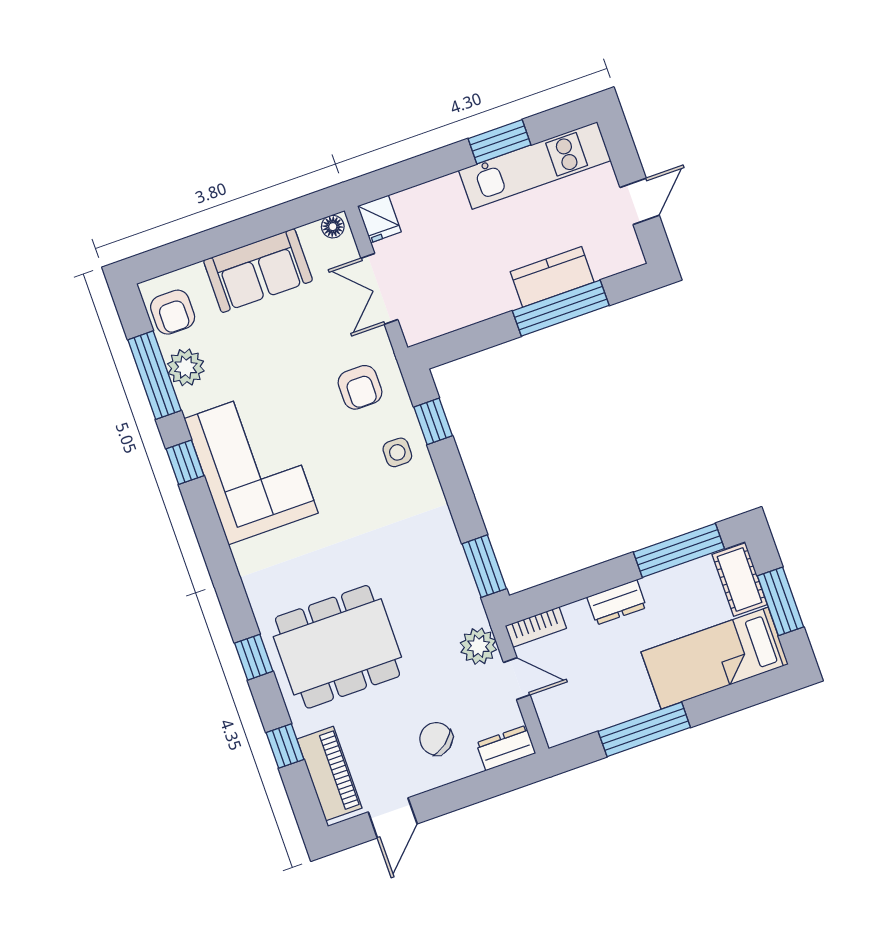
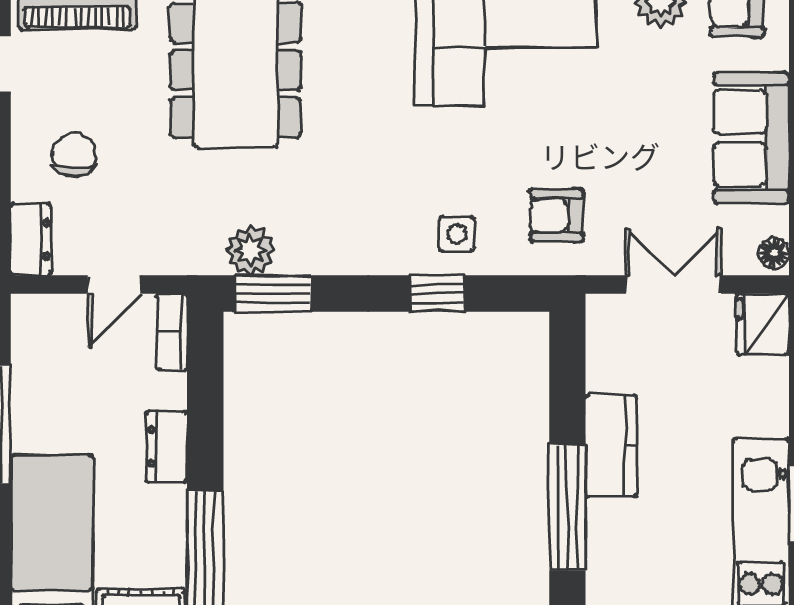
fridge: (379, 219) -> (763, 324), width x1.38
kitchen counter: (552, 277) -> (611, 446), moved
window: (433, 421) -> (437, 294), moved
plant: (478, 646) -> (250, 250), moved
chair: (436, 739) -> (74, 155), turned -52

